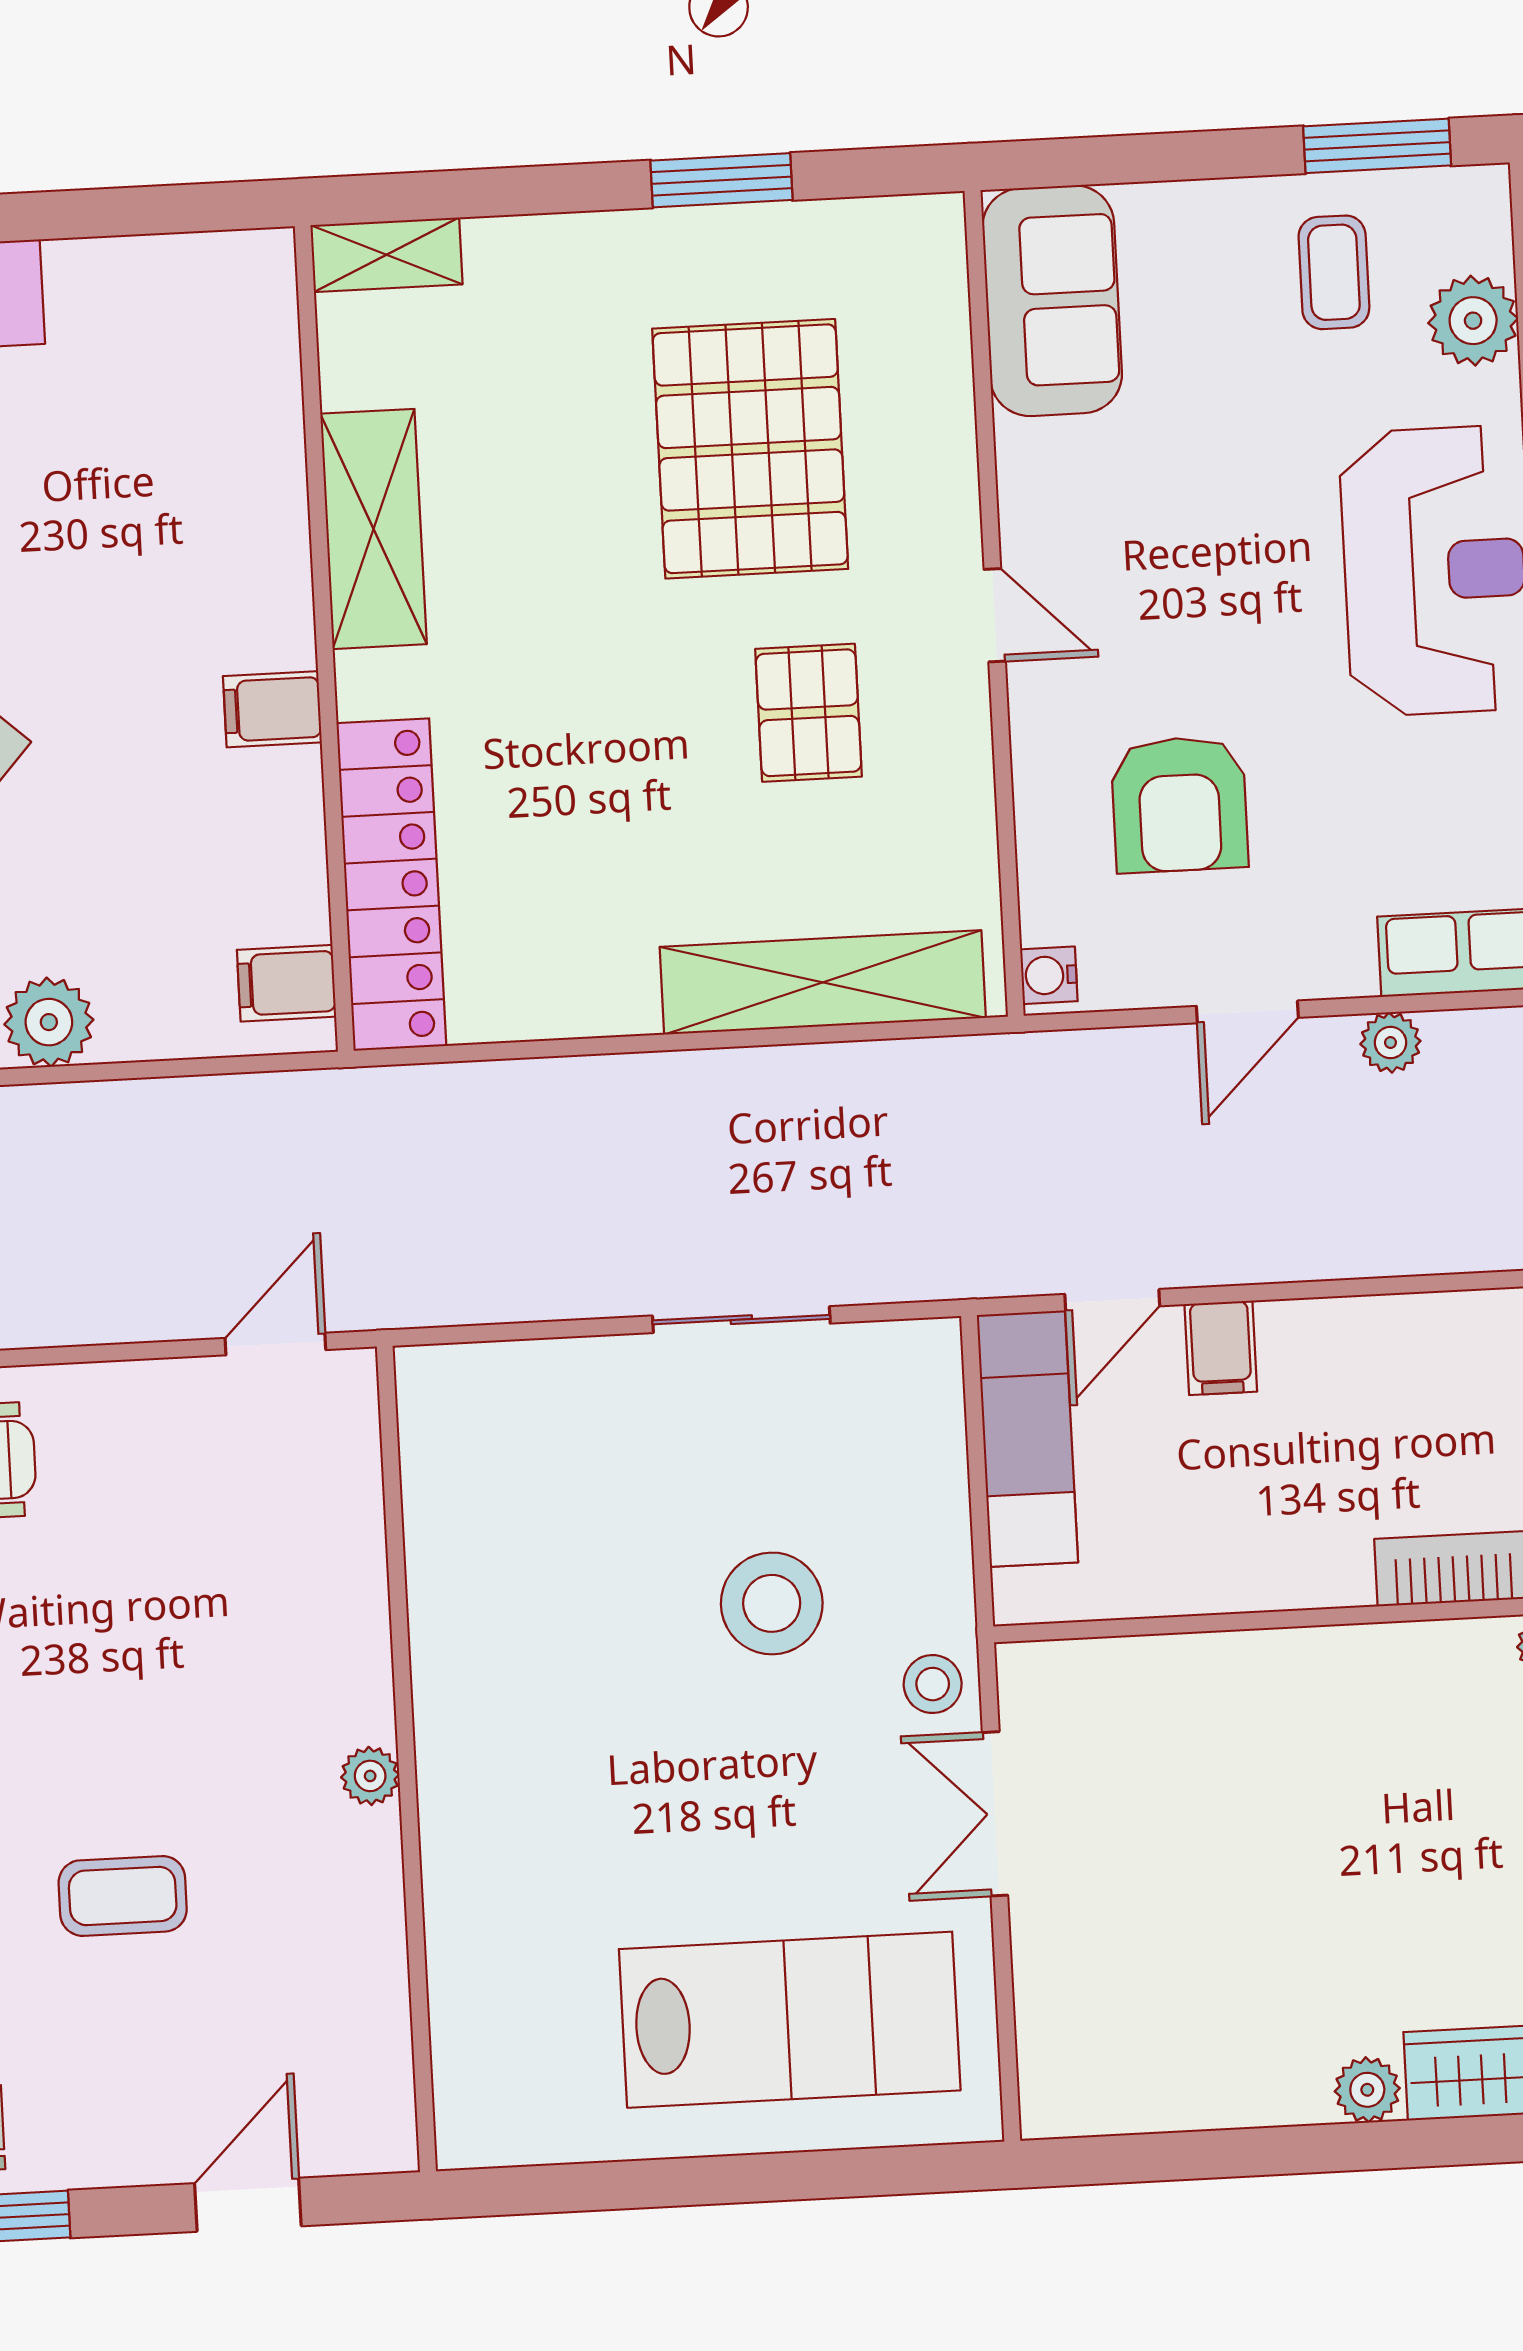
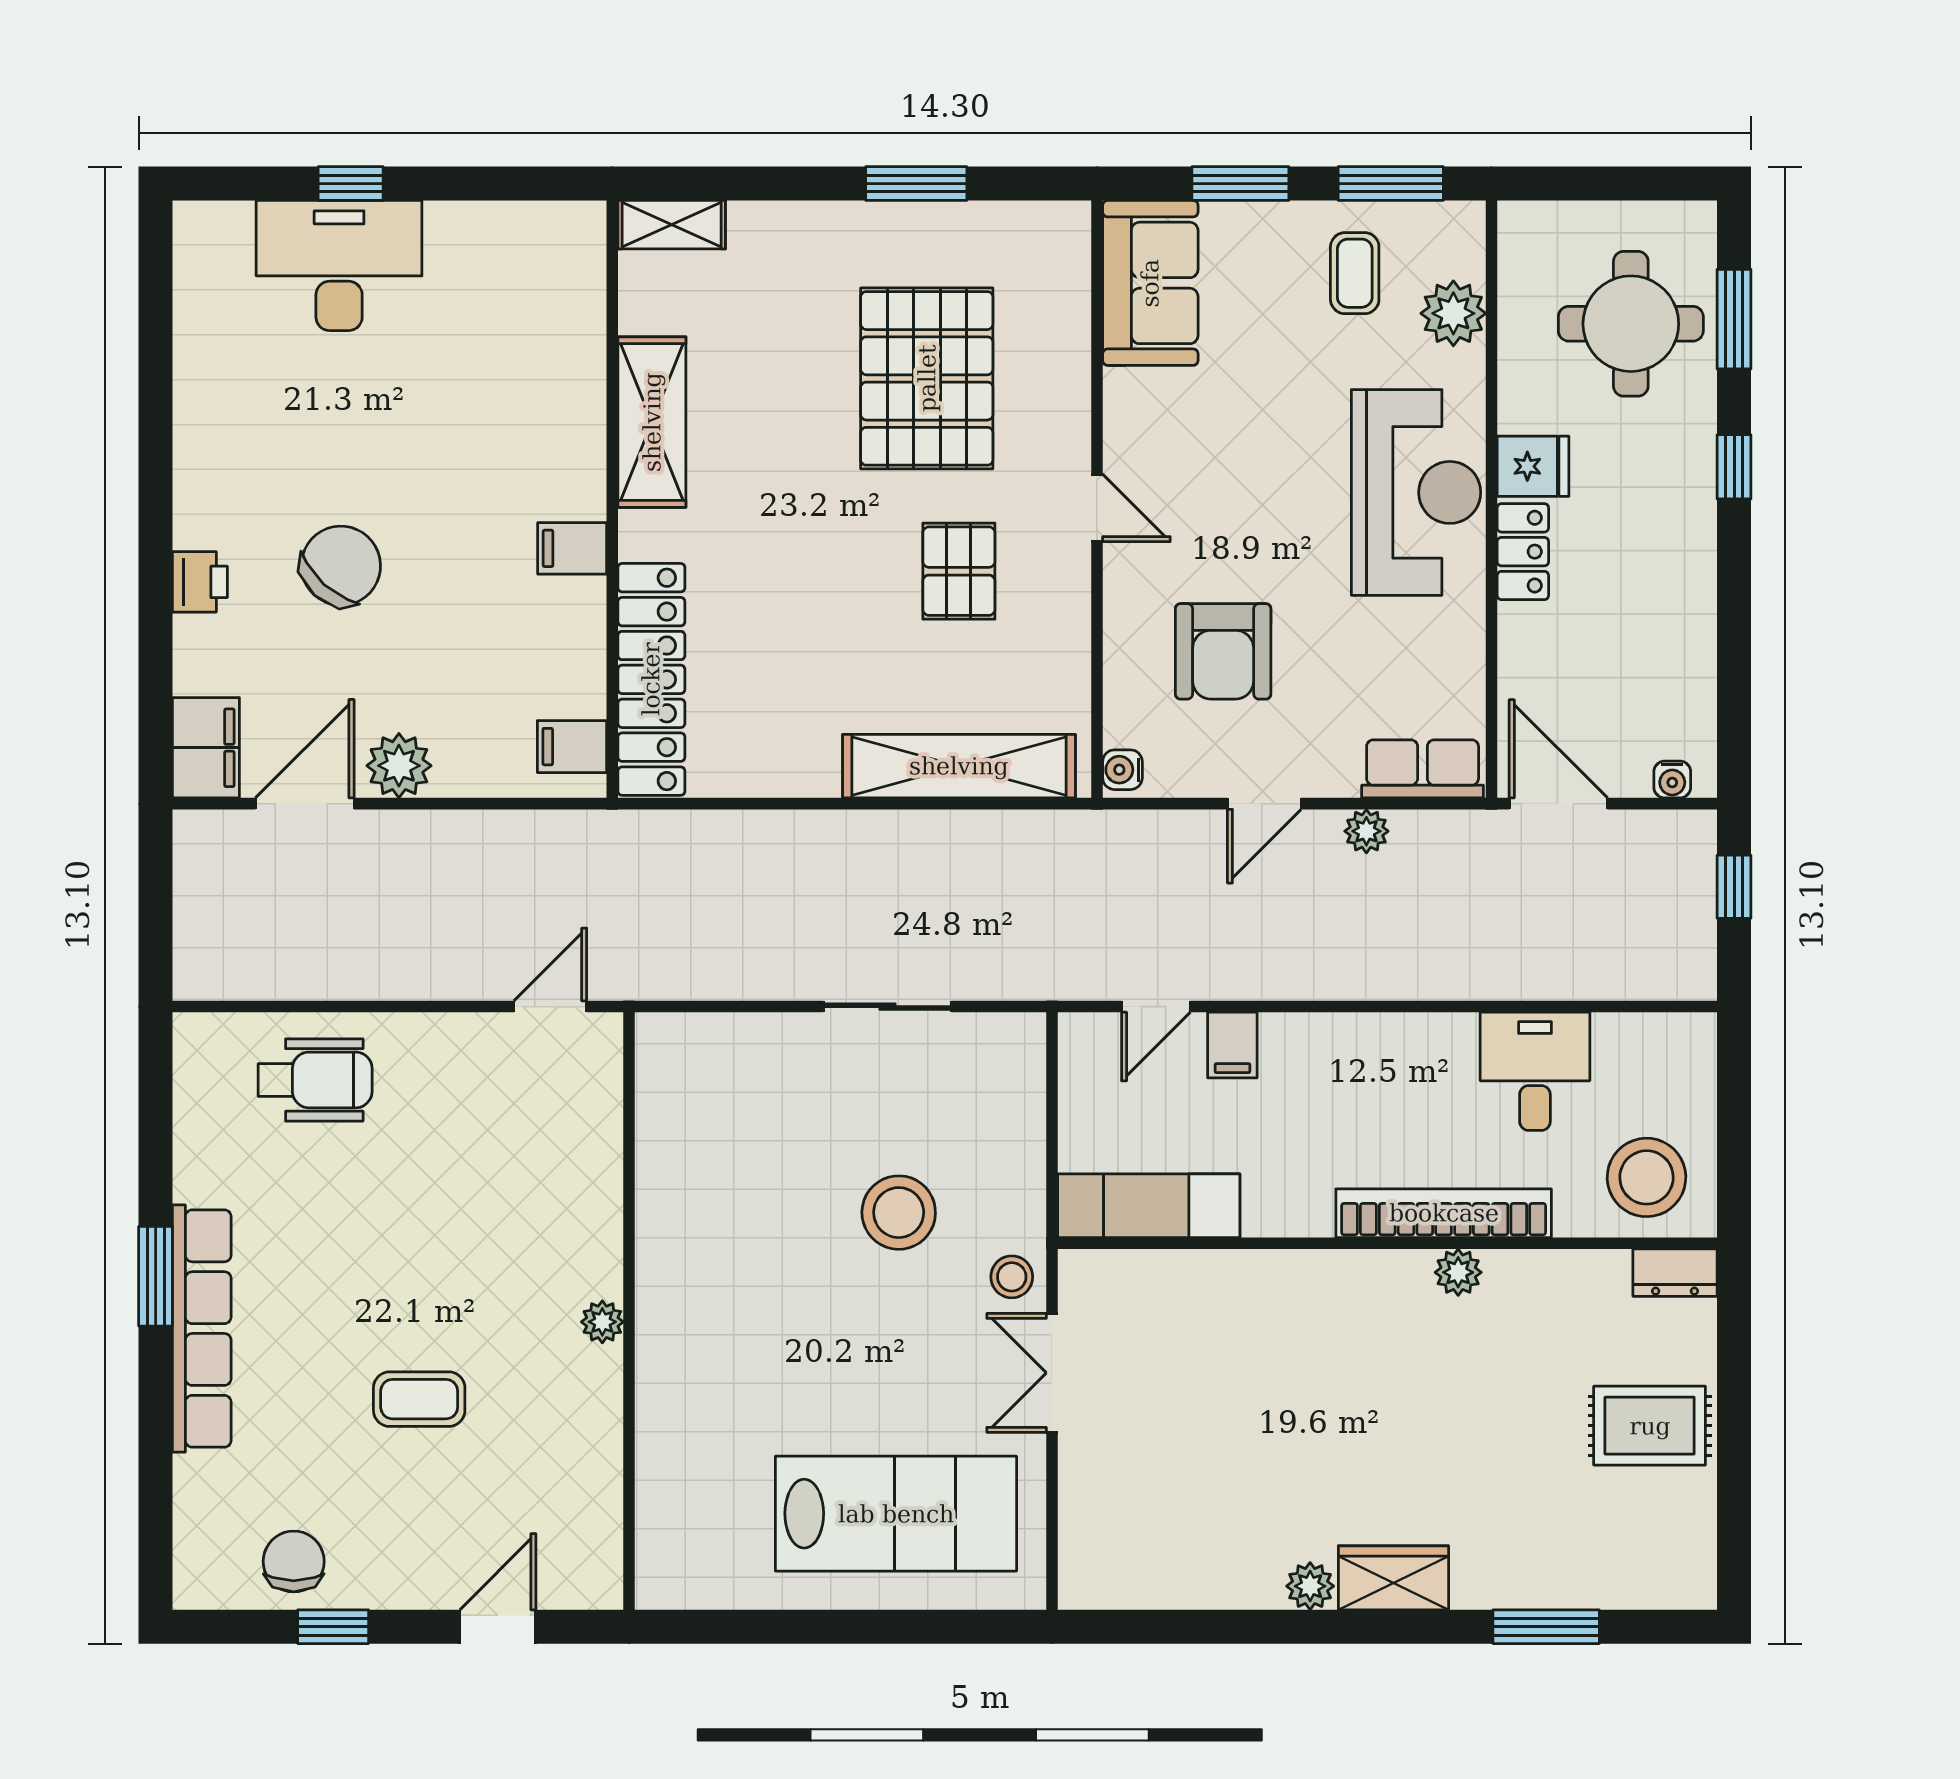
window: (1169, 157) -> (1240, 184), added
exam couch: (1027, 1439) -> (1149, 1206), moved, turned -90

